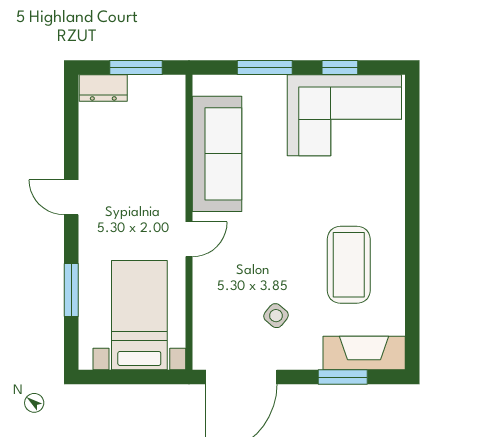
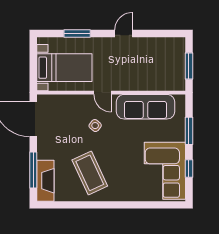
dresser: (103, 88) -> (179, 50), removed
coffee table: (349, 265) -> (90, 173), turned 65
side table: (276, 316) -> (95, 126), moved
window: (343, 377) -> (33, 170), width x1.44

